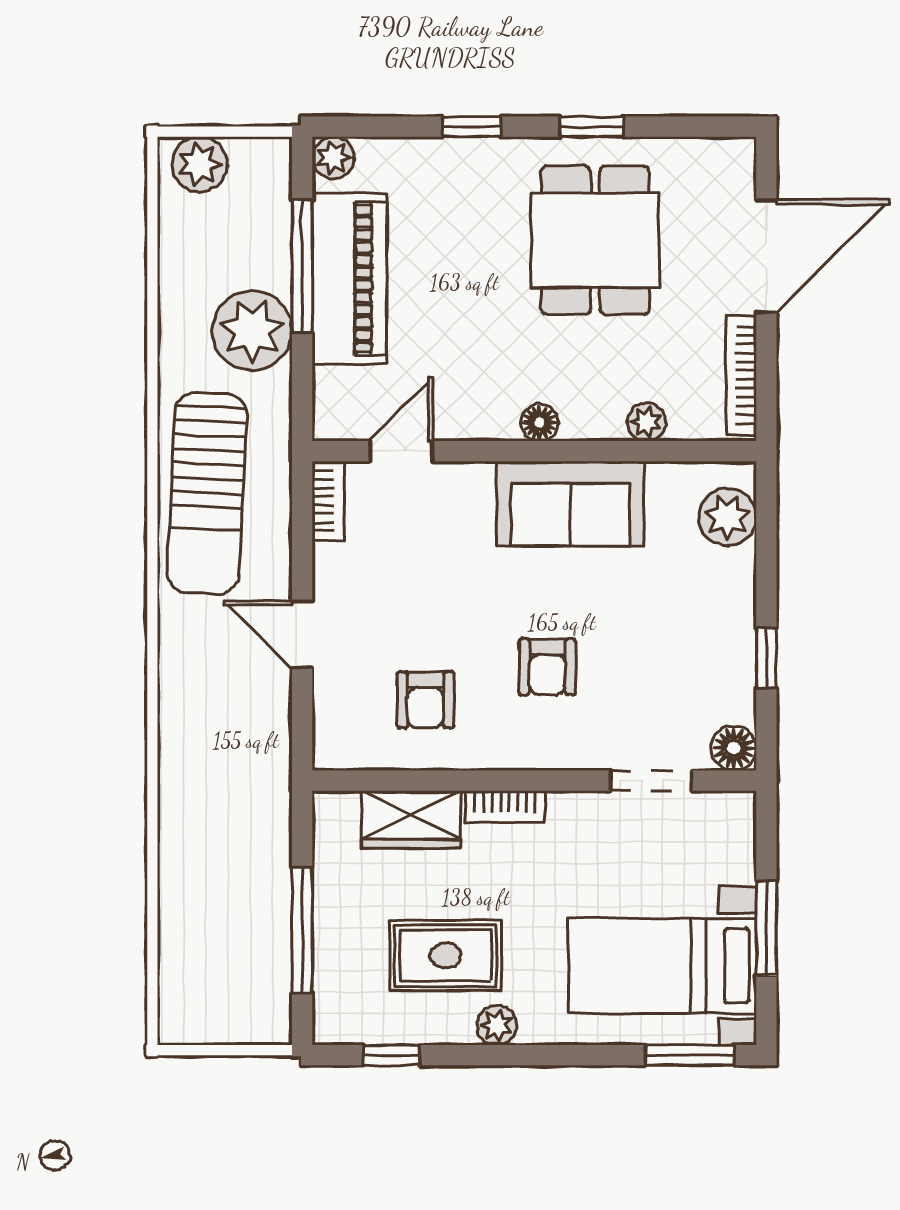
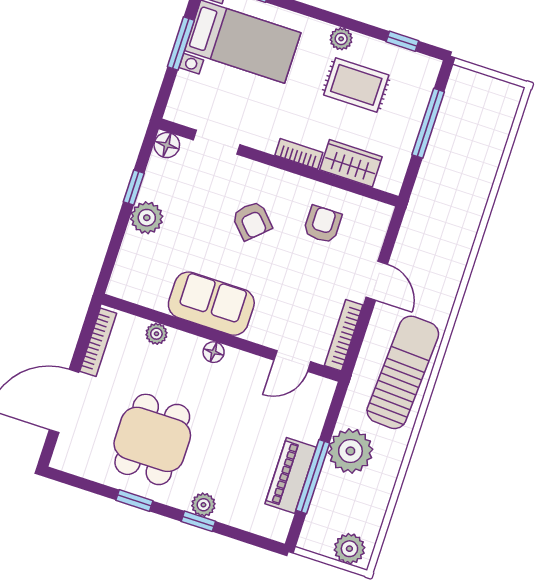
plant: (333, 158) -> (203, 505), moved
piano: (349, 279) -> (291, 476), width x0.73, depth x0.75
bookcase: (328, 501) -> (344, 335), width x1.56
plant: (728, 517) -> (147, 218), moved
armchair: (547, 667) -> (252, 221), turned 137

